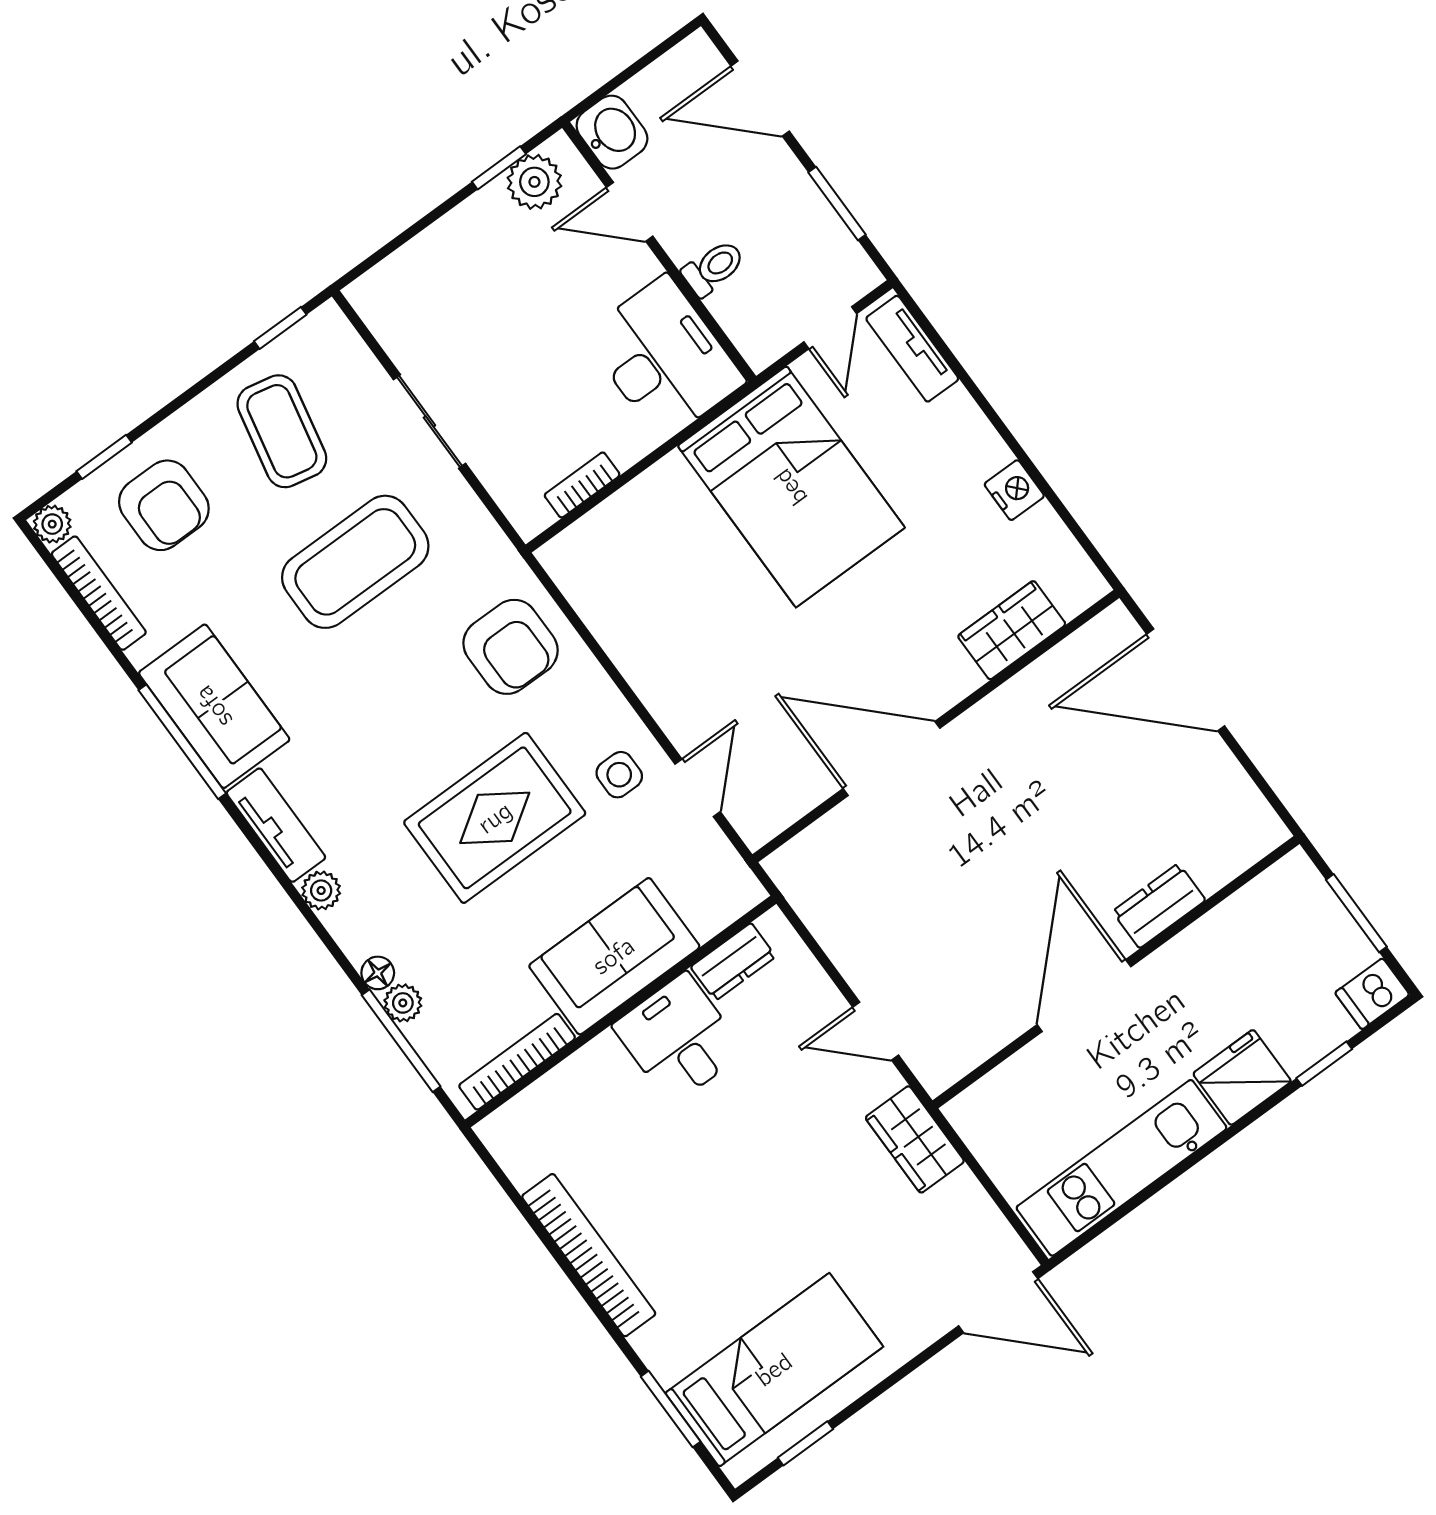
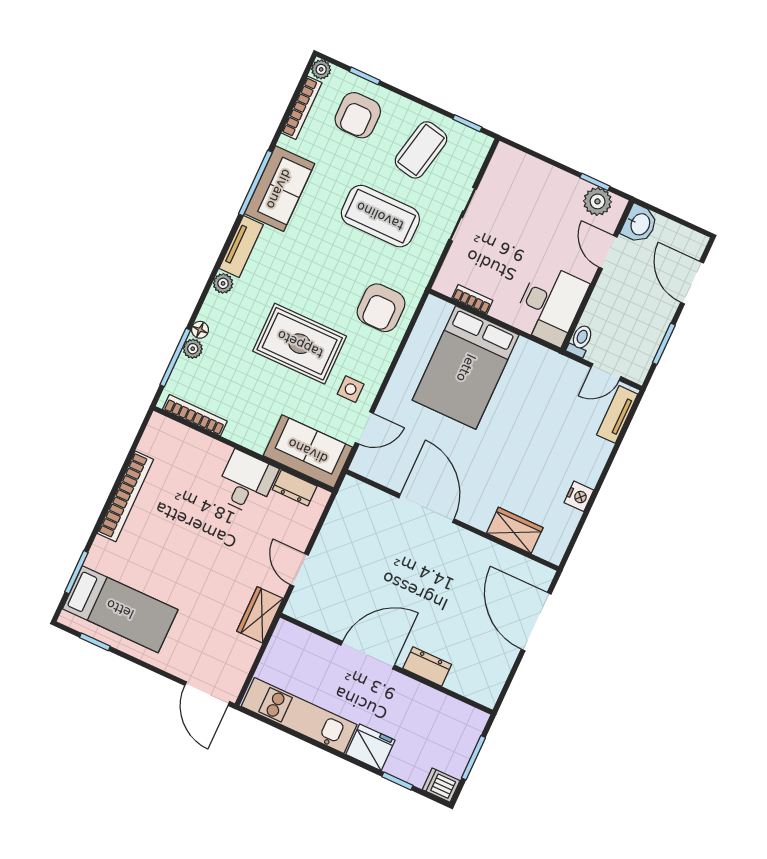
toilet: (714, 268) -> (580, 341), moved, turned -90
bed: (791, 487) -> (466, 368), moved
sofa: (614, 956) -> (308, 451), moved

